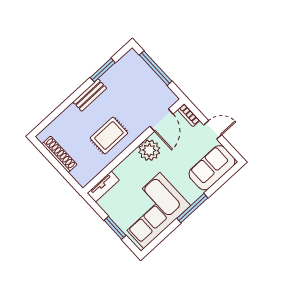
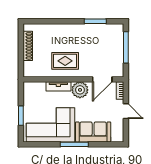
bench: (90, 95) -> (75, 29), removed
sofa: (212, 168) -> (93, 132), moved
tv unit: (103, 187) -> (58, 86), moved

